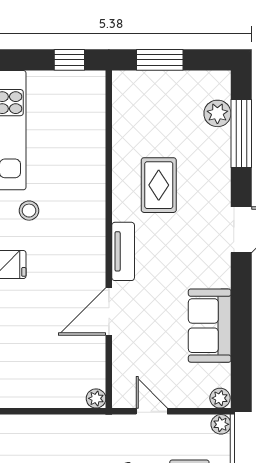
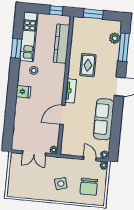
kitchen counter: (90, 139) -> (62, 44), added
sofa: (210, 326) -> (104, 119), width x1.36
double door: (49, 411) -> (34, 153), added
door: (152, 411) -> (90, 159), moved

